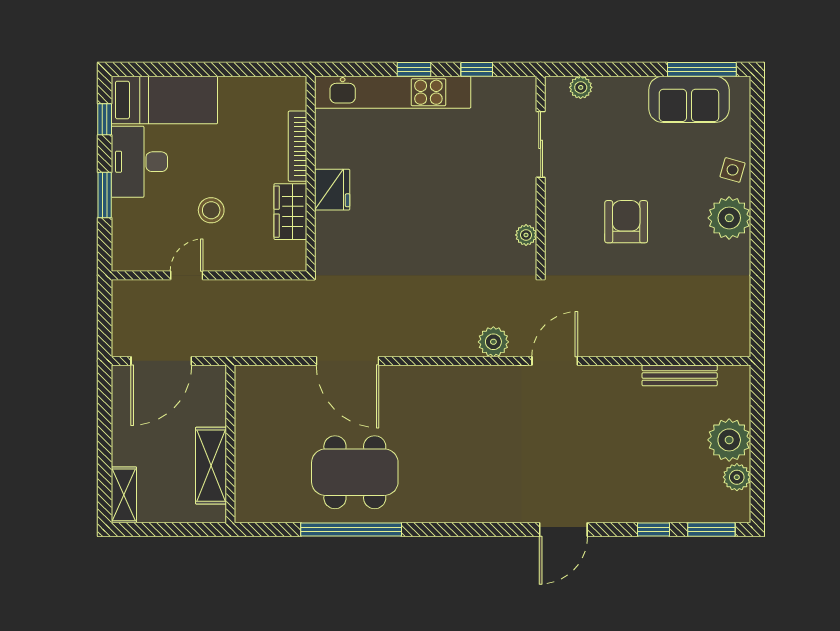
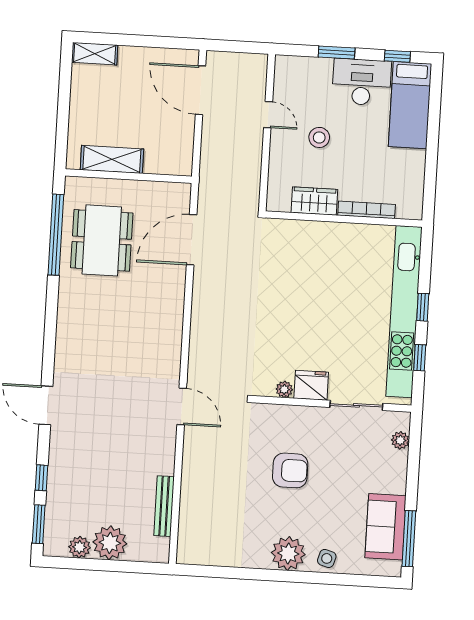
kitchen unit: (393, 92) -> (404, 312), width x1.36
fridge: (332, 190) -> (311, 385), moved, turned 180
plant: (493, 342) -> (200, 358), removed
wall: (230, 444) -> (128, 176), moved
shelving: (211, 466) -> (112, 159), moved

